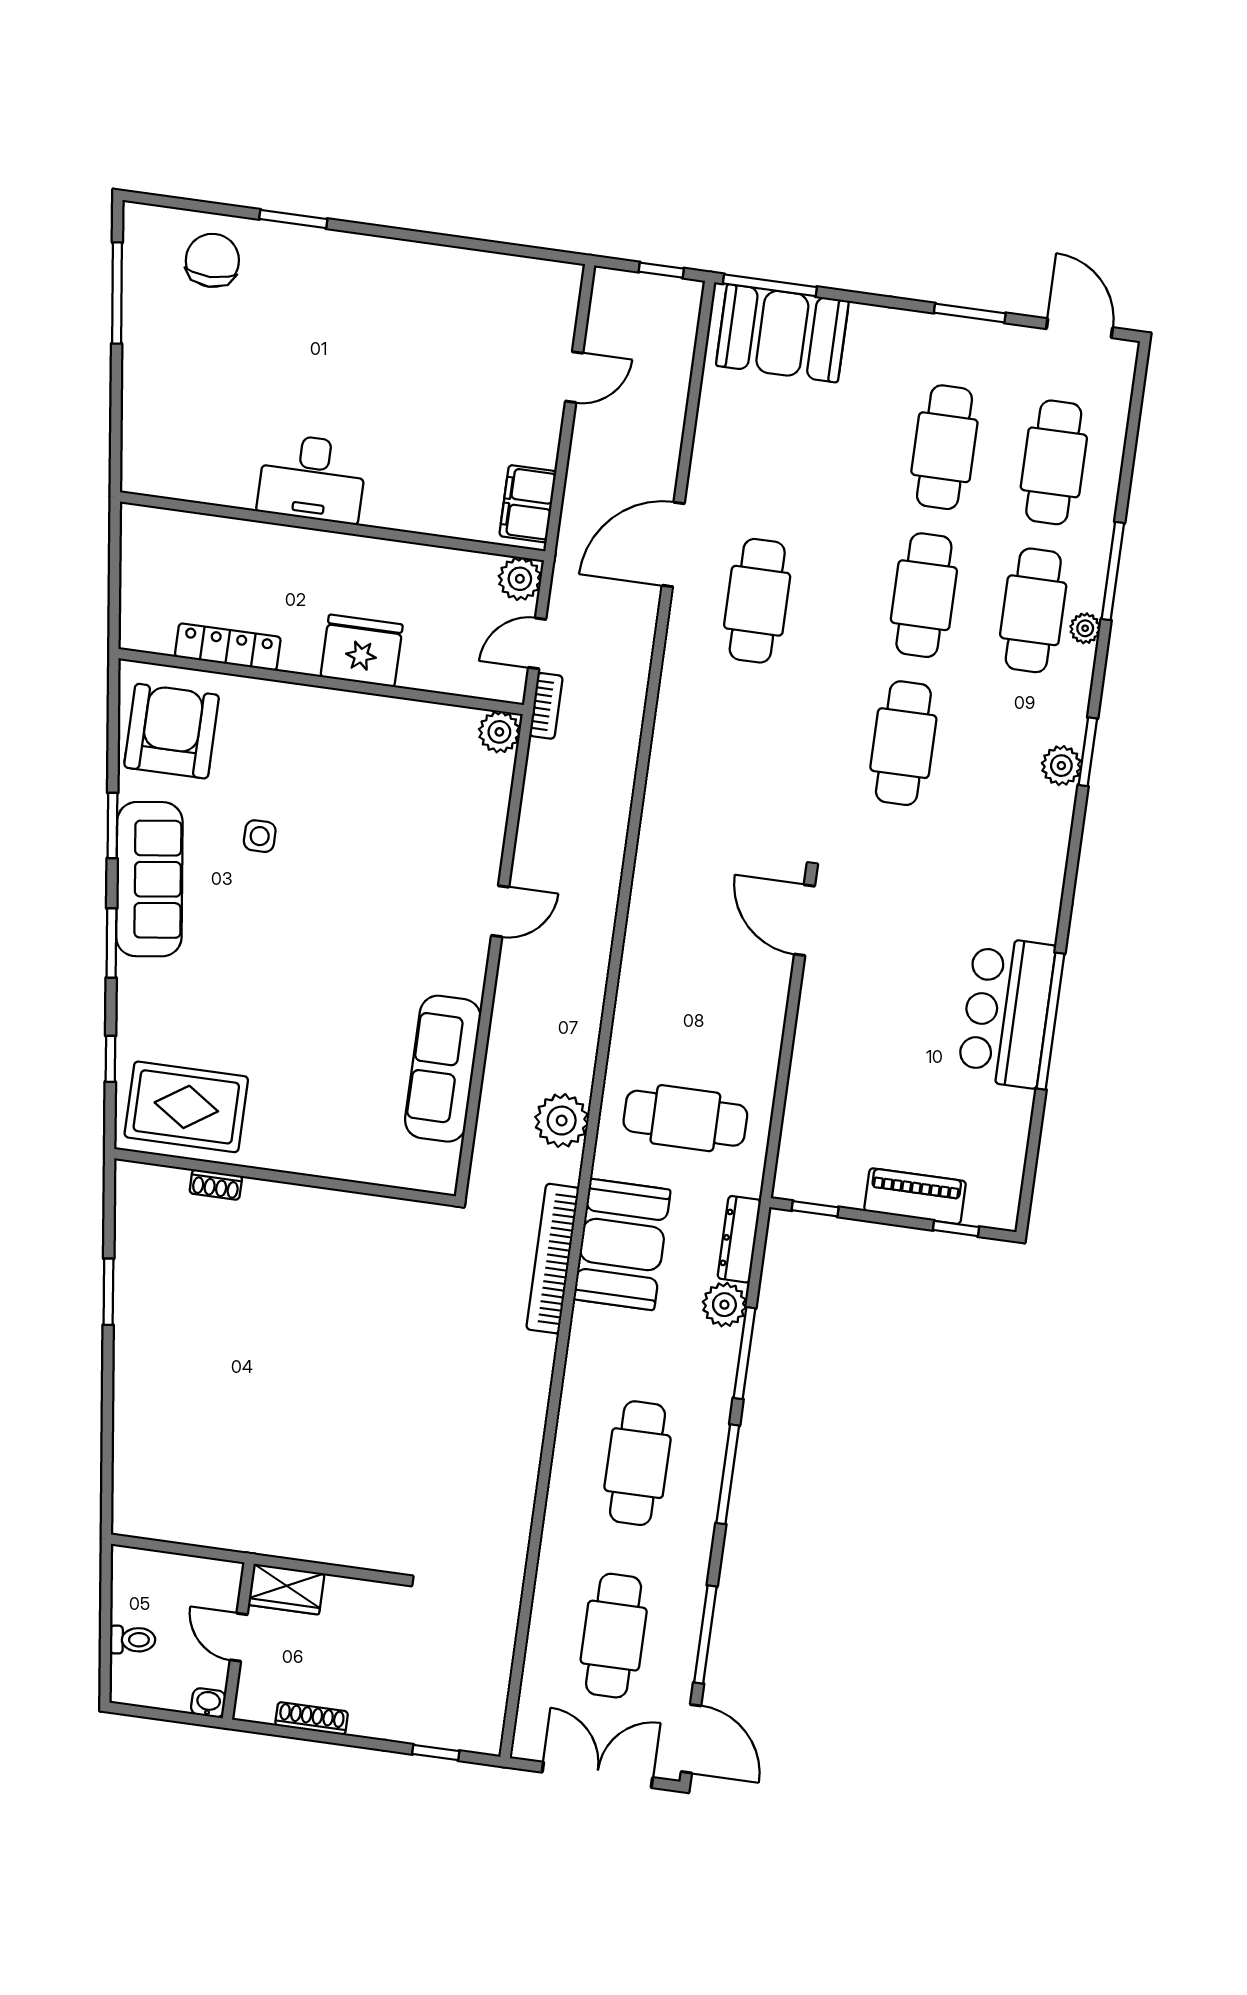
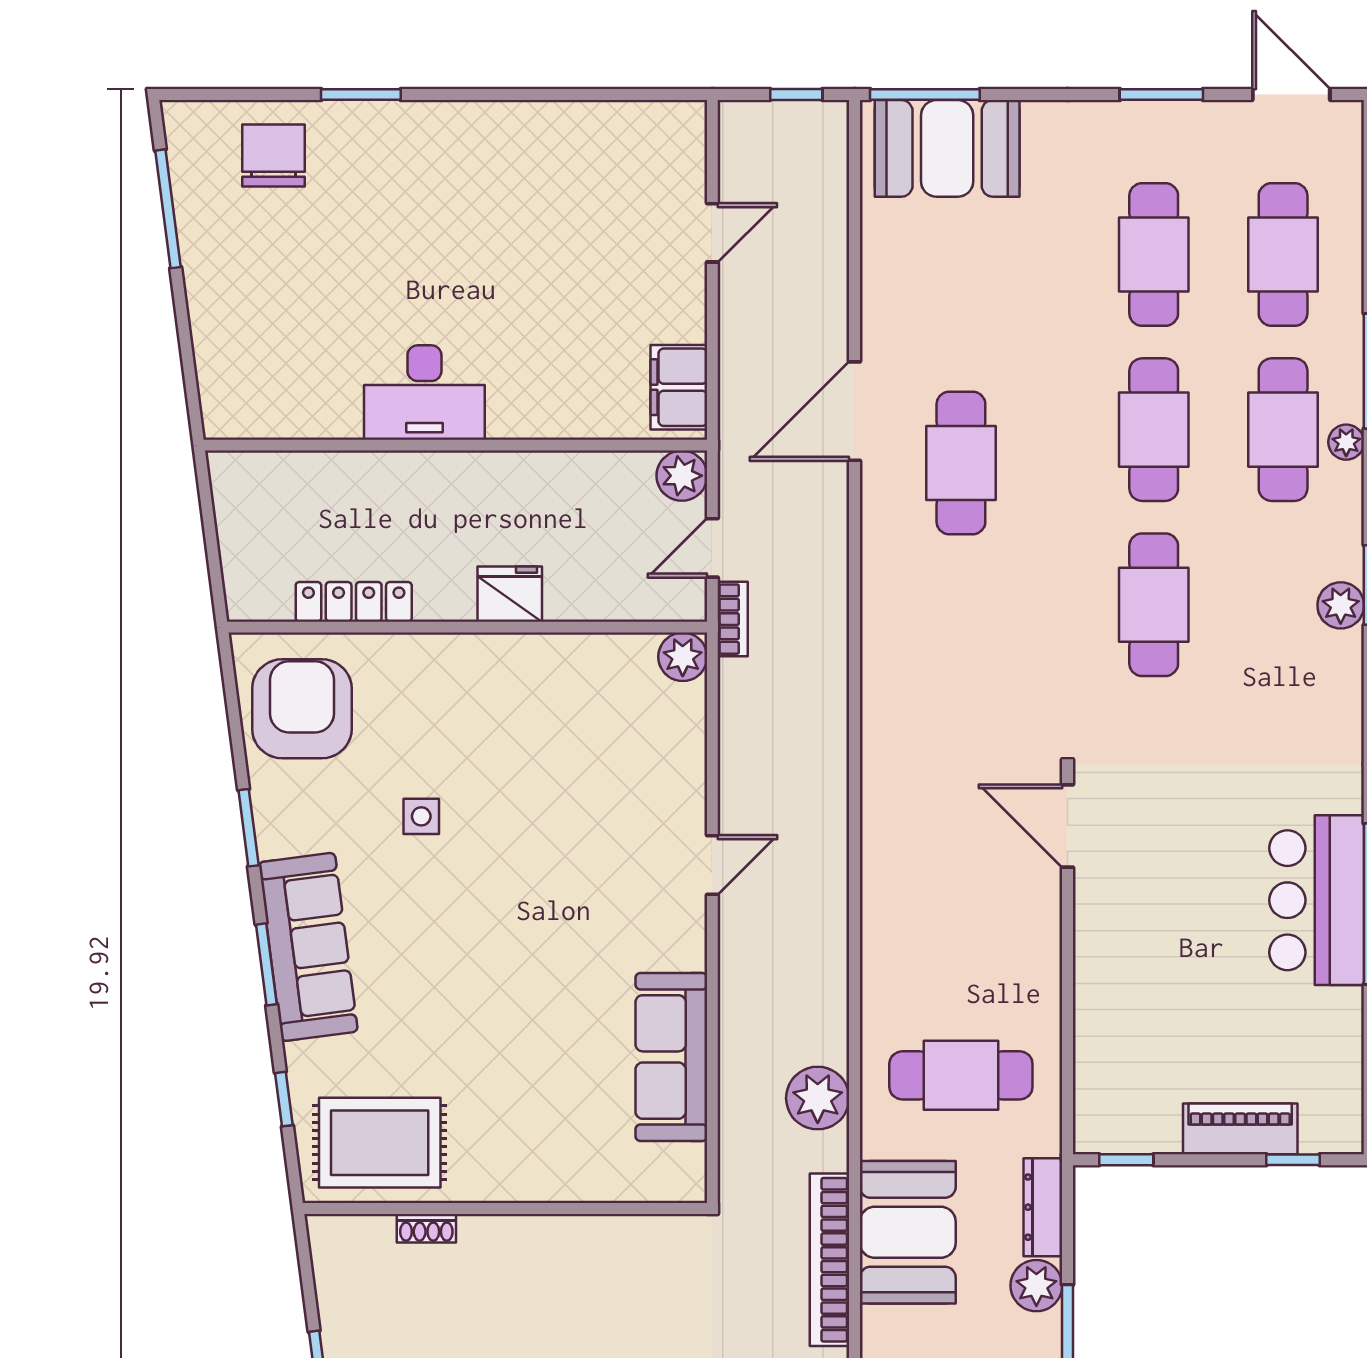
fridge: (362, 651) -> (510, 594), width x0.73, depth x0.75
sofa: (149, 879) -> (308, 947), moved

